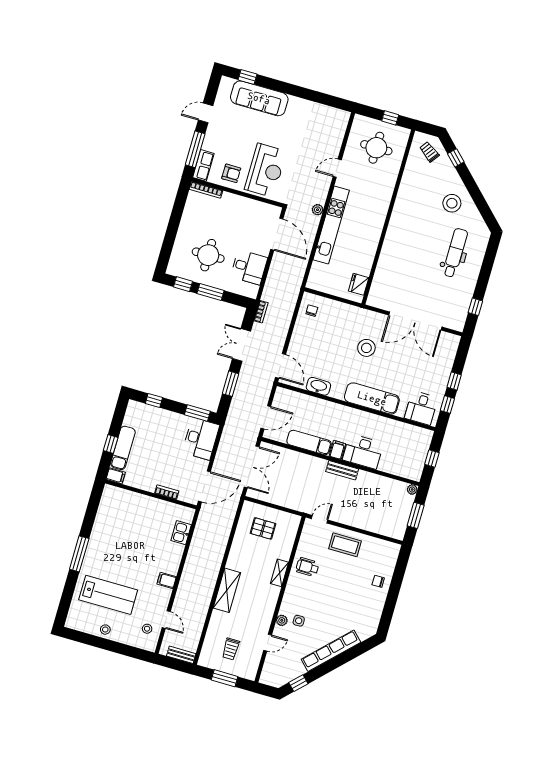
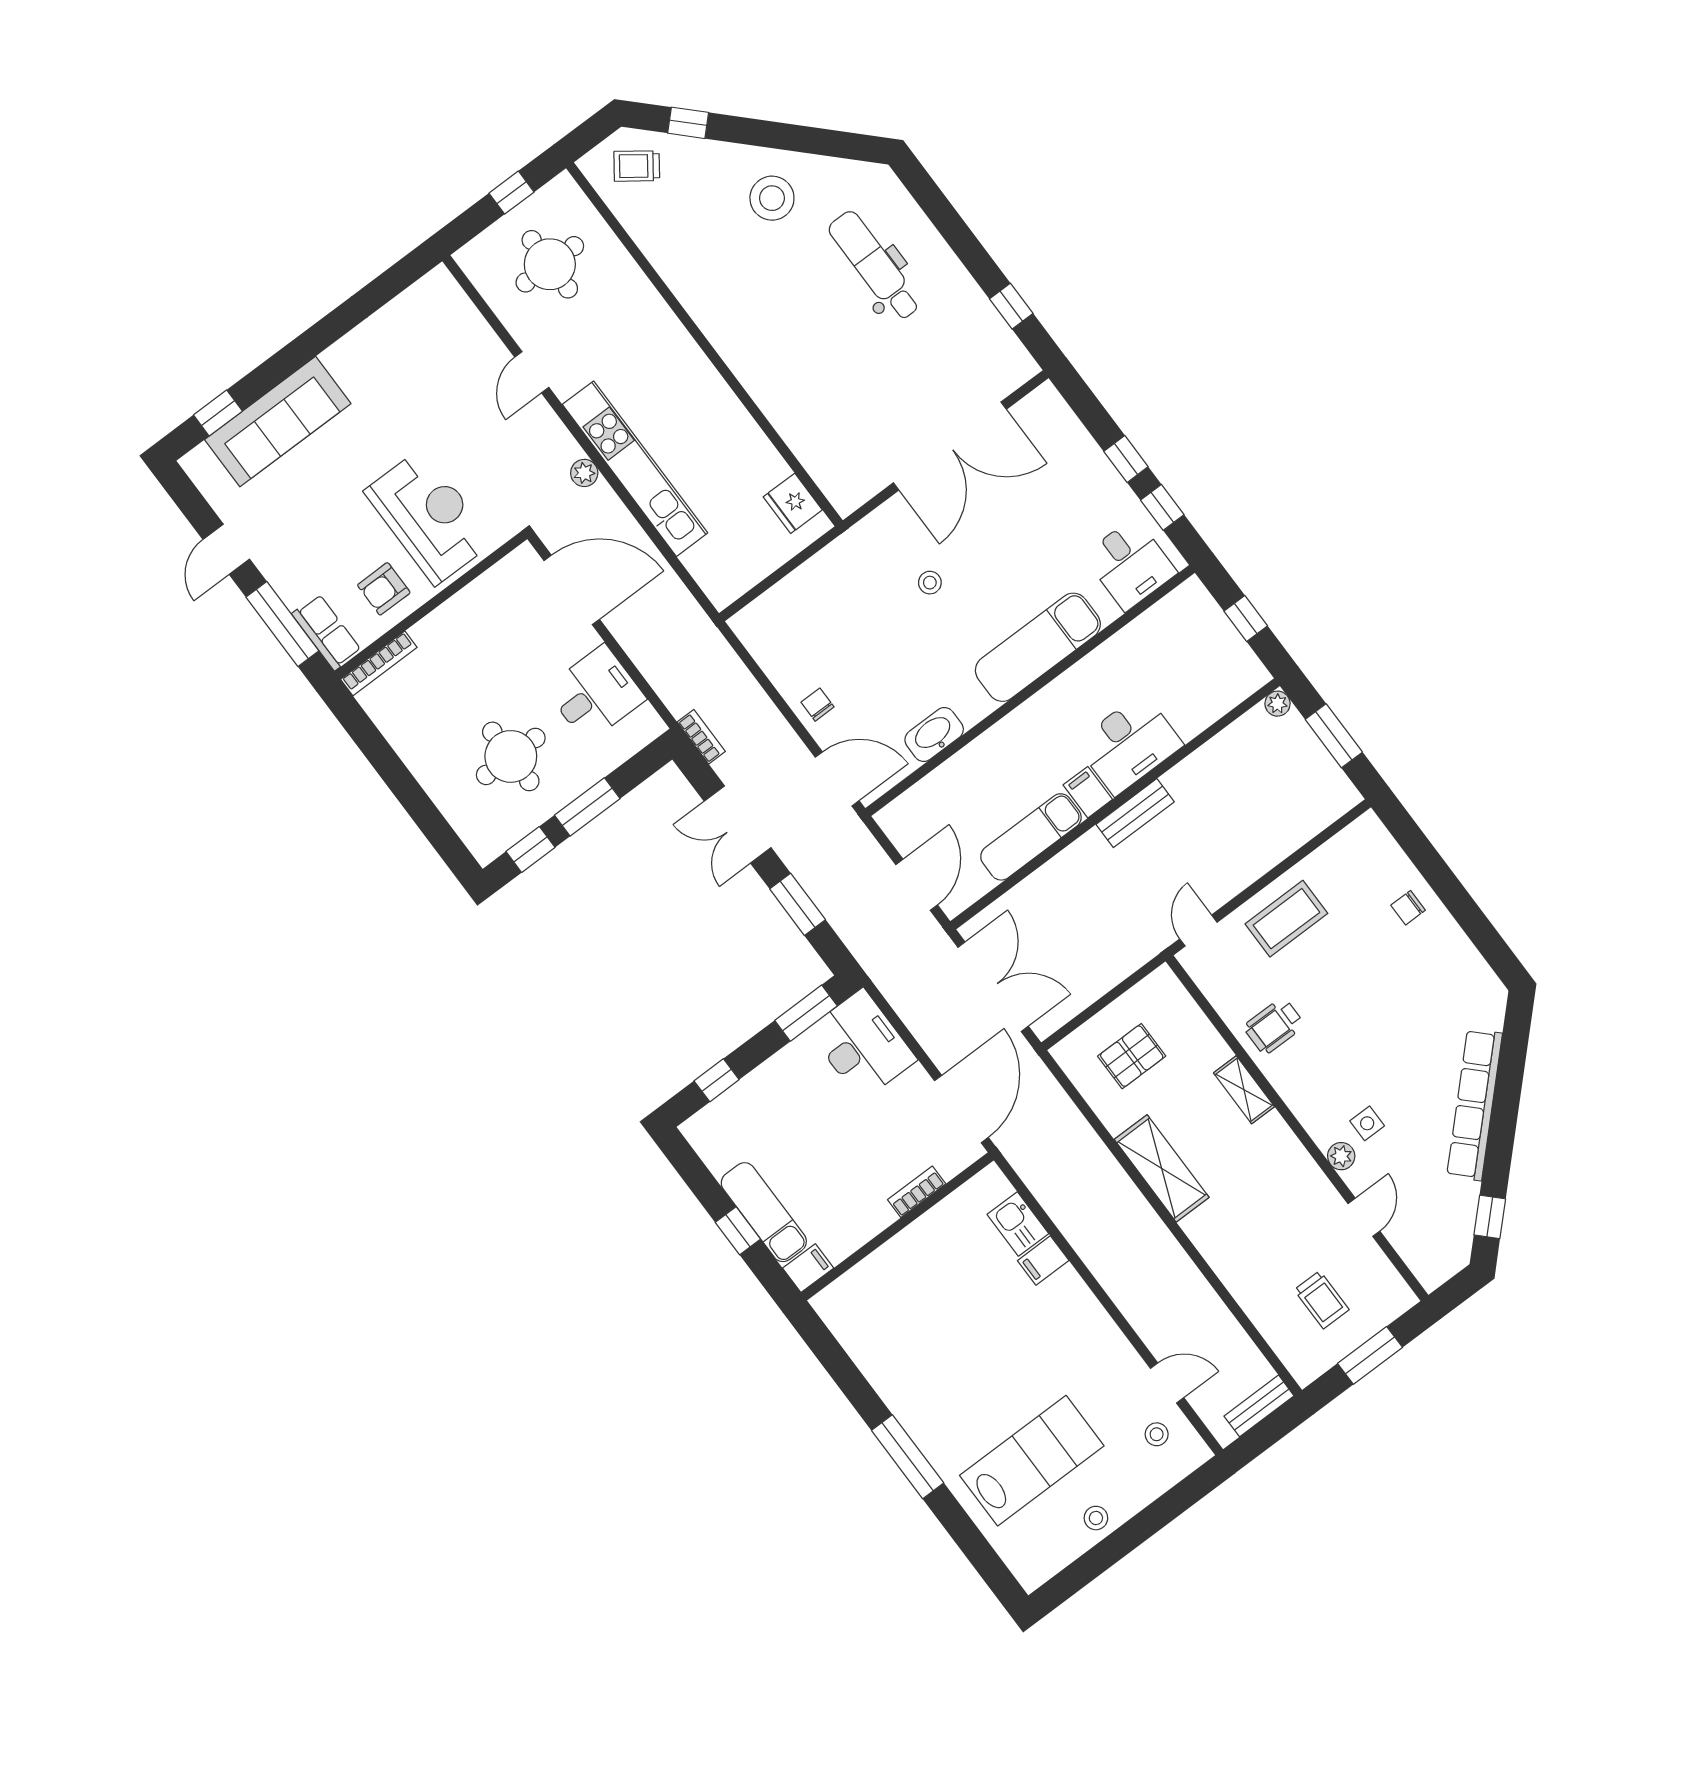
armchair: (231, 173) -> (384, 589), turned 180
chair: (312, 311) -> (817, 705), moved
stool: (366, 348) -> (930, 583), width x0.53, depth x0.53
filing cabinet: (167, 580) -> (1043, 1261), moved
shelving: (227, 590) -> (1162, 1168), moved

